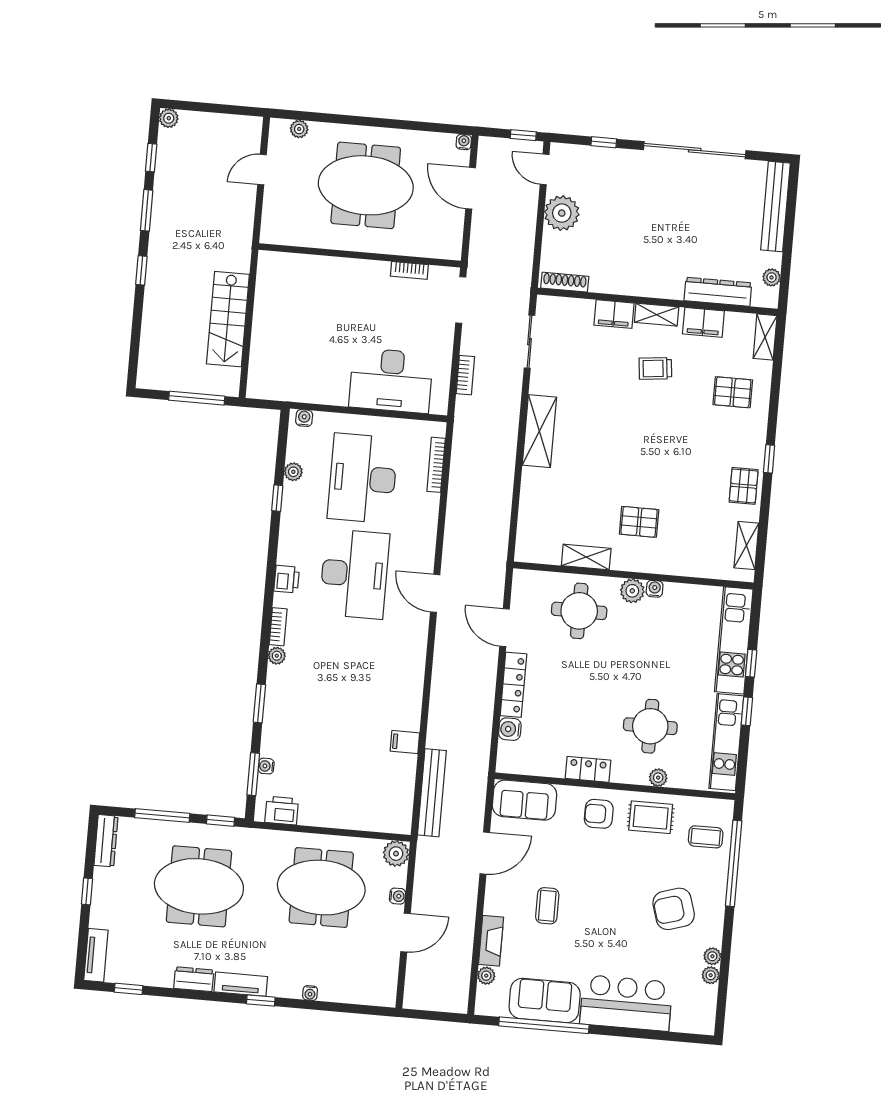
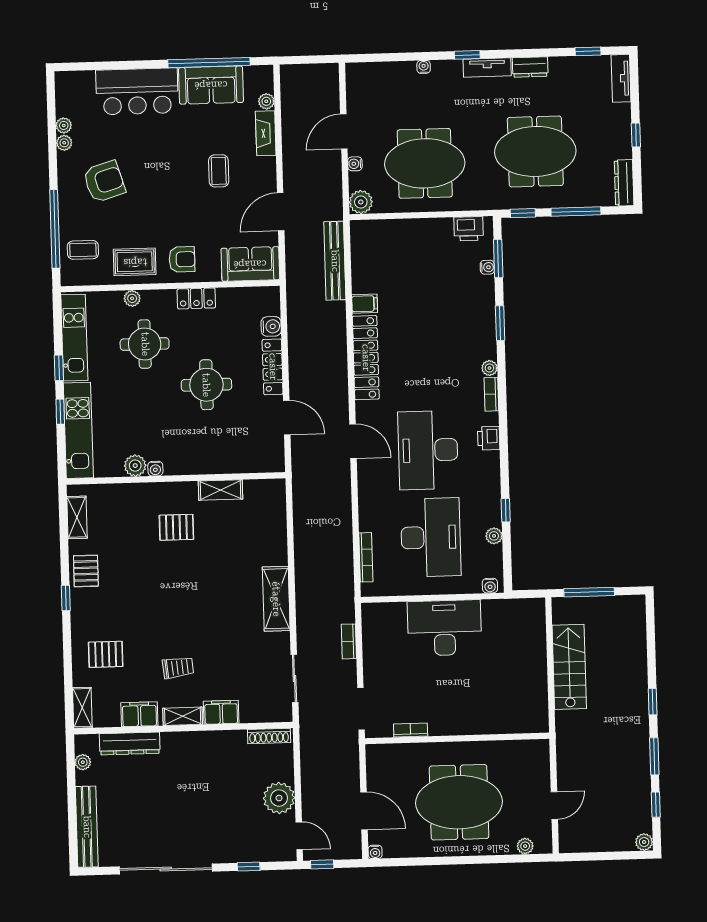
desk: (391, 380) -> (444, 628), moved
plant: (632, 591) -> (135, 466), moved
round table: (579, 611) -> (206, 385), moved
locker: (411, 683) -> (366, 358), added

